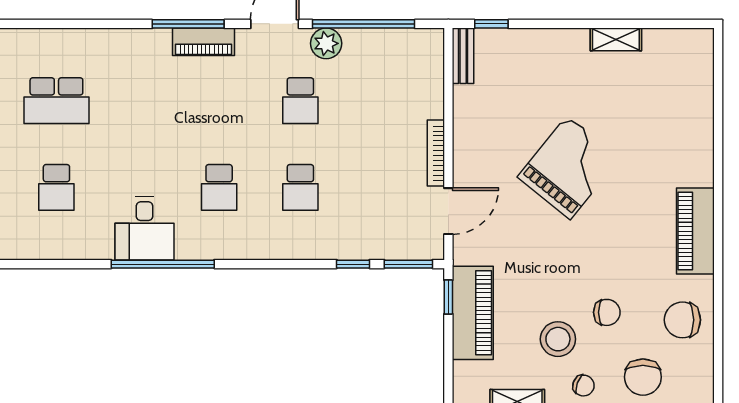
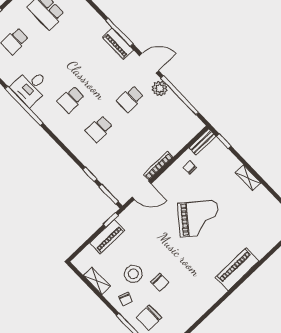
shelving: (616, 39) -> (248, 178), moved
piano: (695, 231) -> (237, 269), moved
piano: (473, 313) -> (107, 237), width x0.73, depth x0.75
chair: (682, 320) -> (190, 168), moved, width x0.54, depth x0.54

